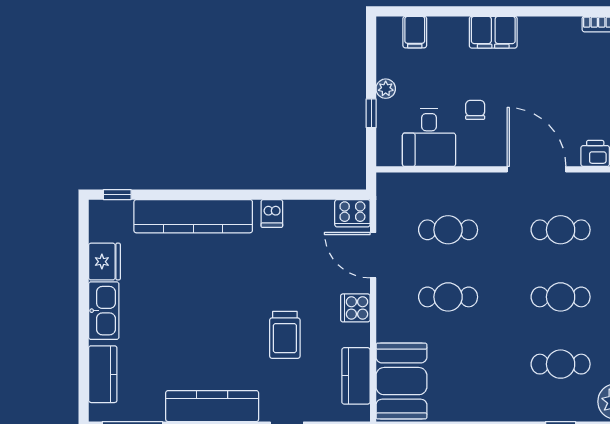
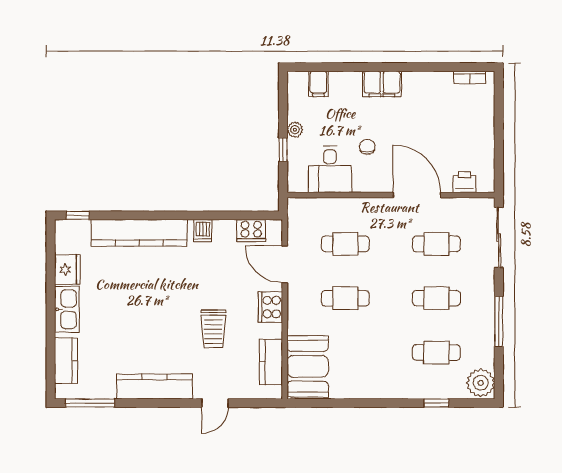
cooker: (352, 213) -> (251, 230), moved
cooker: (355, 308) -> (270, 307), width x1.36

